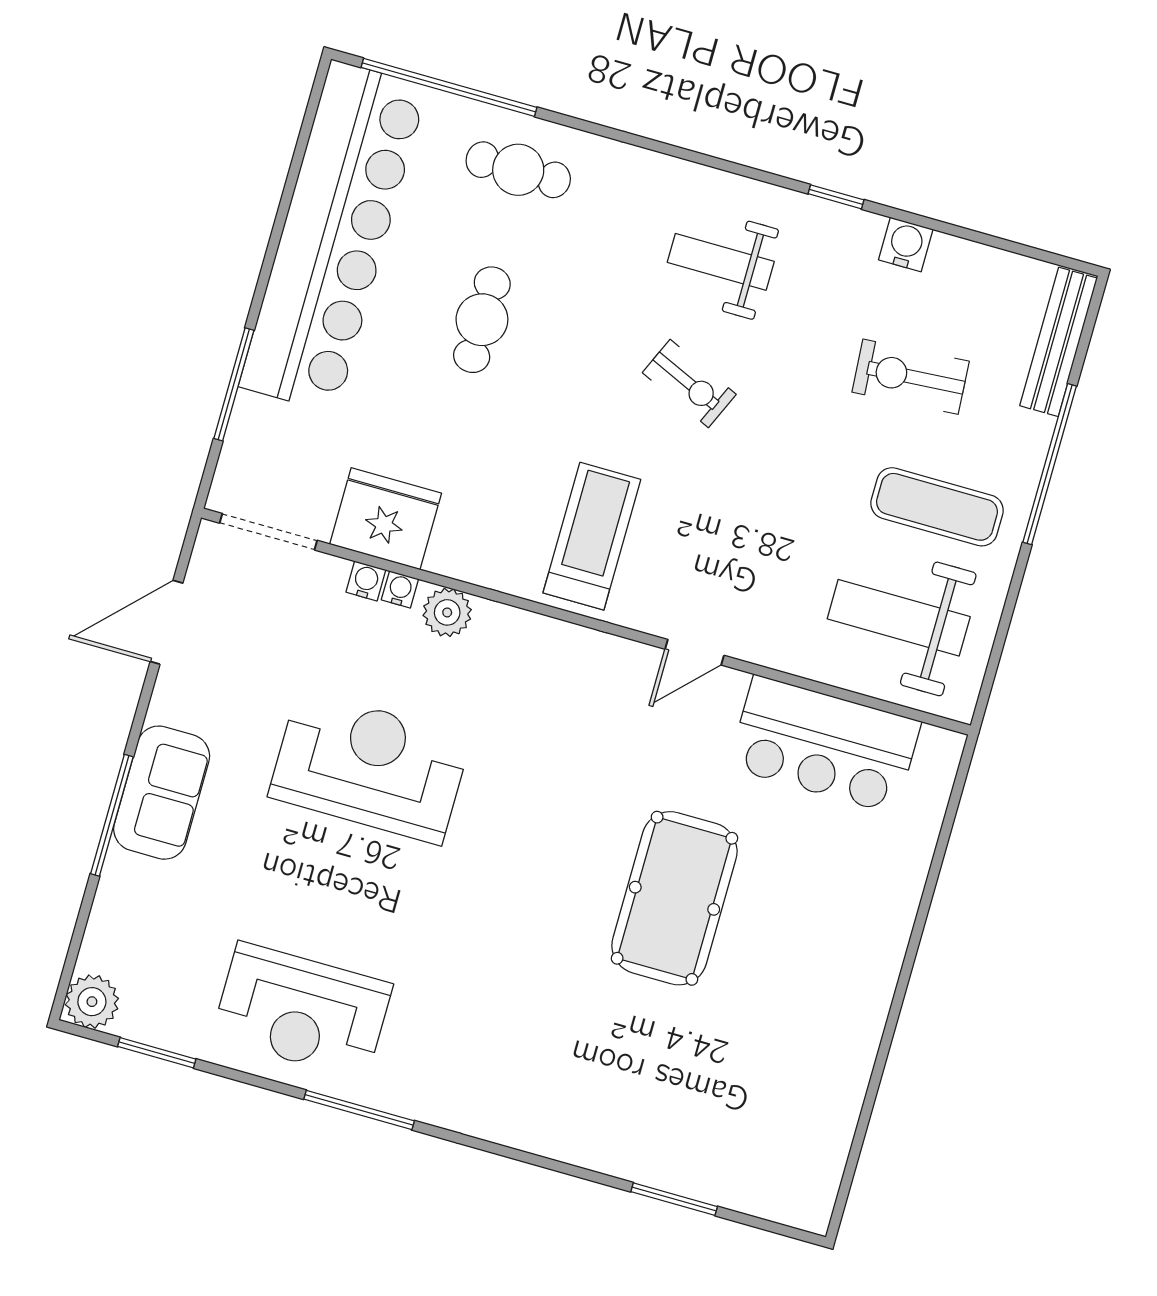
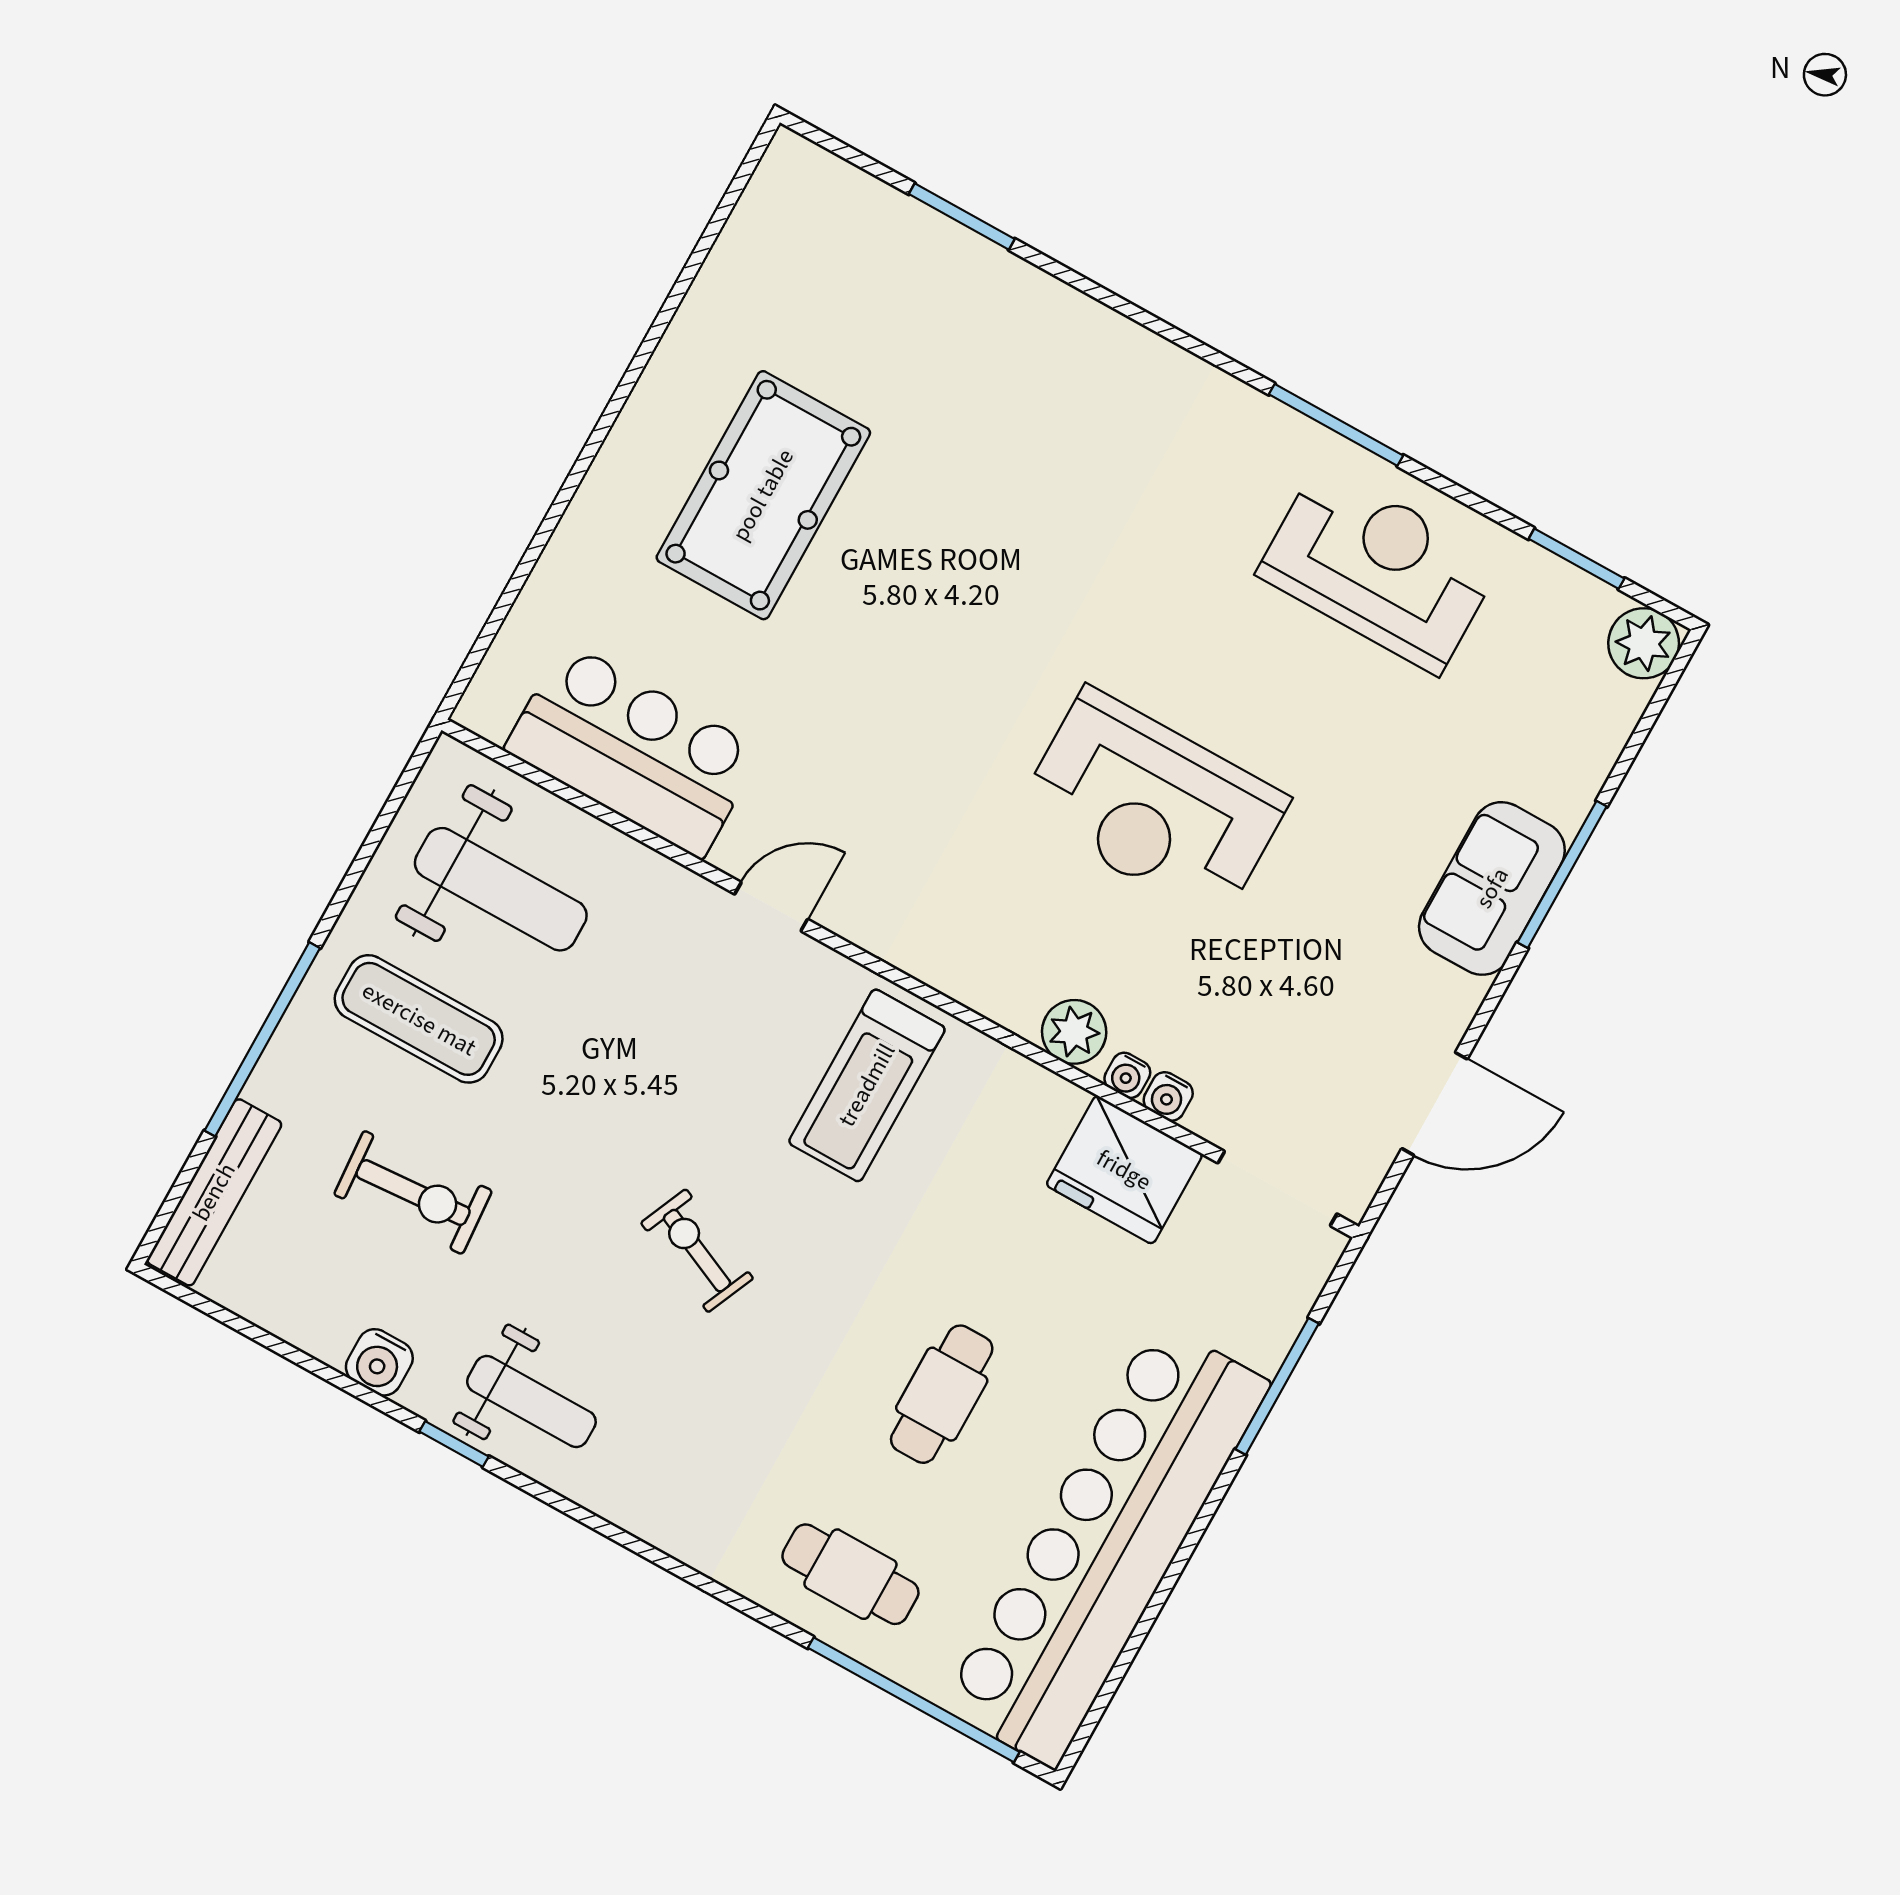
weight bench: (721, 262) -> (531, 1402), moved
reception desk: (370, 767) -> (1153, 805), moved
pool table: (674, 898) -> (763, 495), moved

